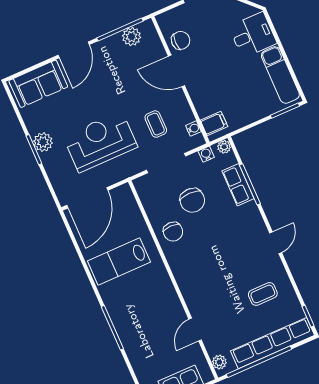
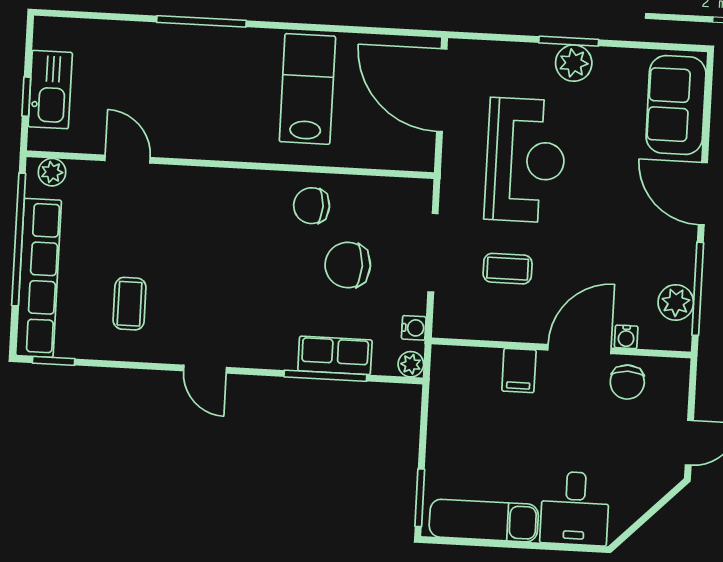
filing cabinet: (214, 123) -> (519, 371), moved
water cooler: (193, 128) -> (626, 337), moved

